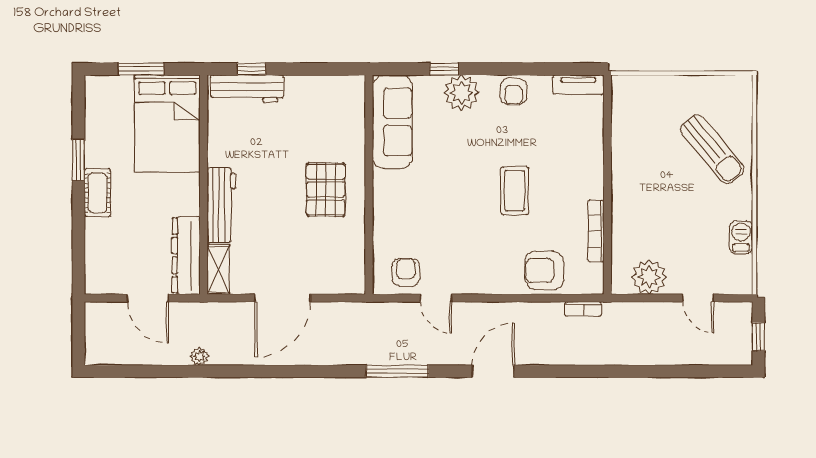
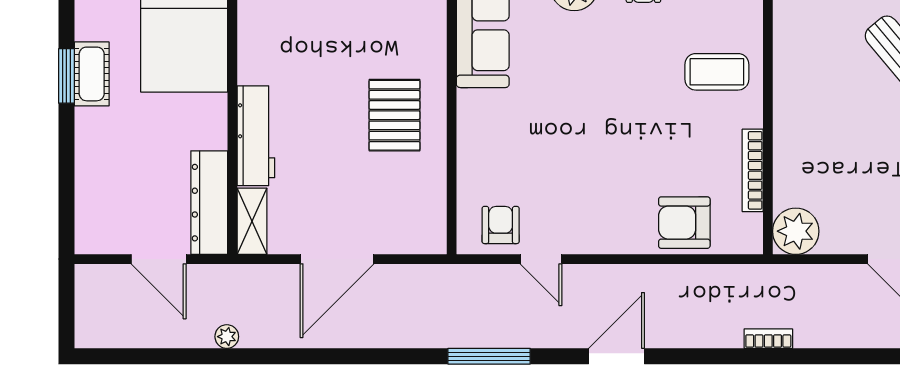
coffee table: (515, 191) -> (717, 72), moved, turned 90
cot: (98, 193) -> (92, 74), moved
plant: (649, 277) -> (796, 231), moved
bookcase: (583, 309) -> (768, 339), moved, turned 180

